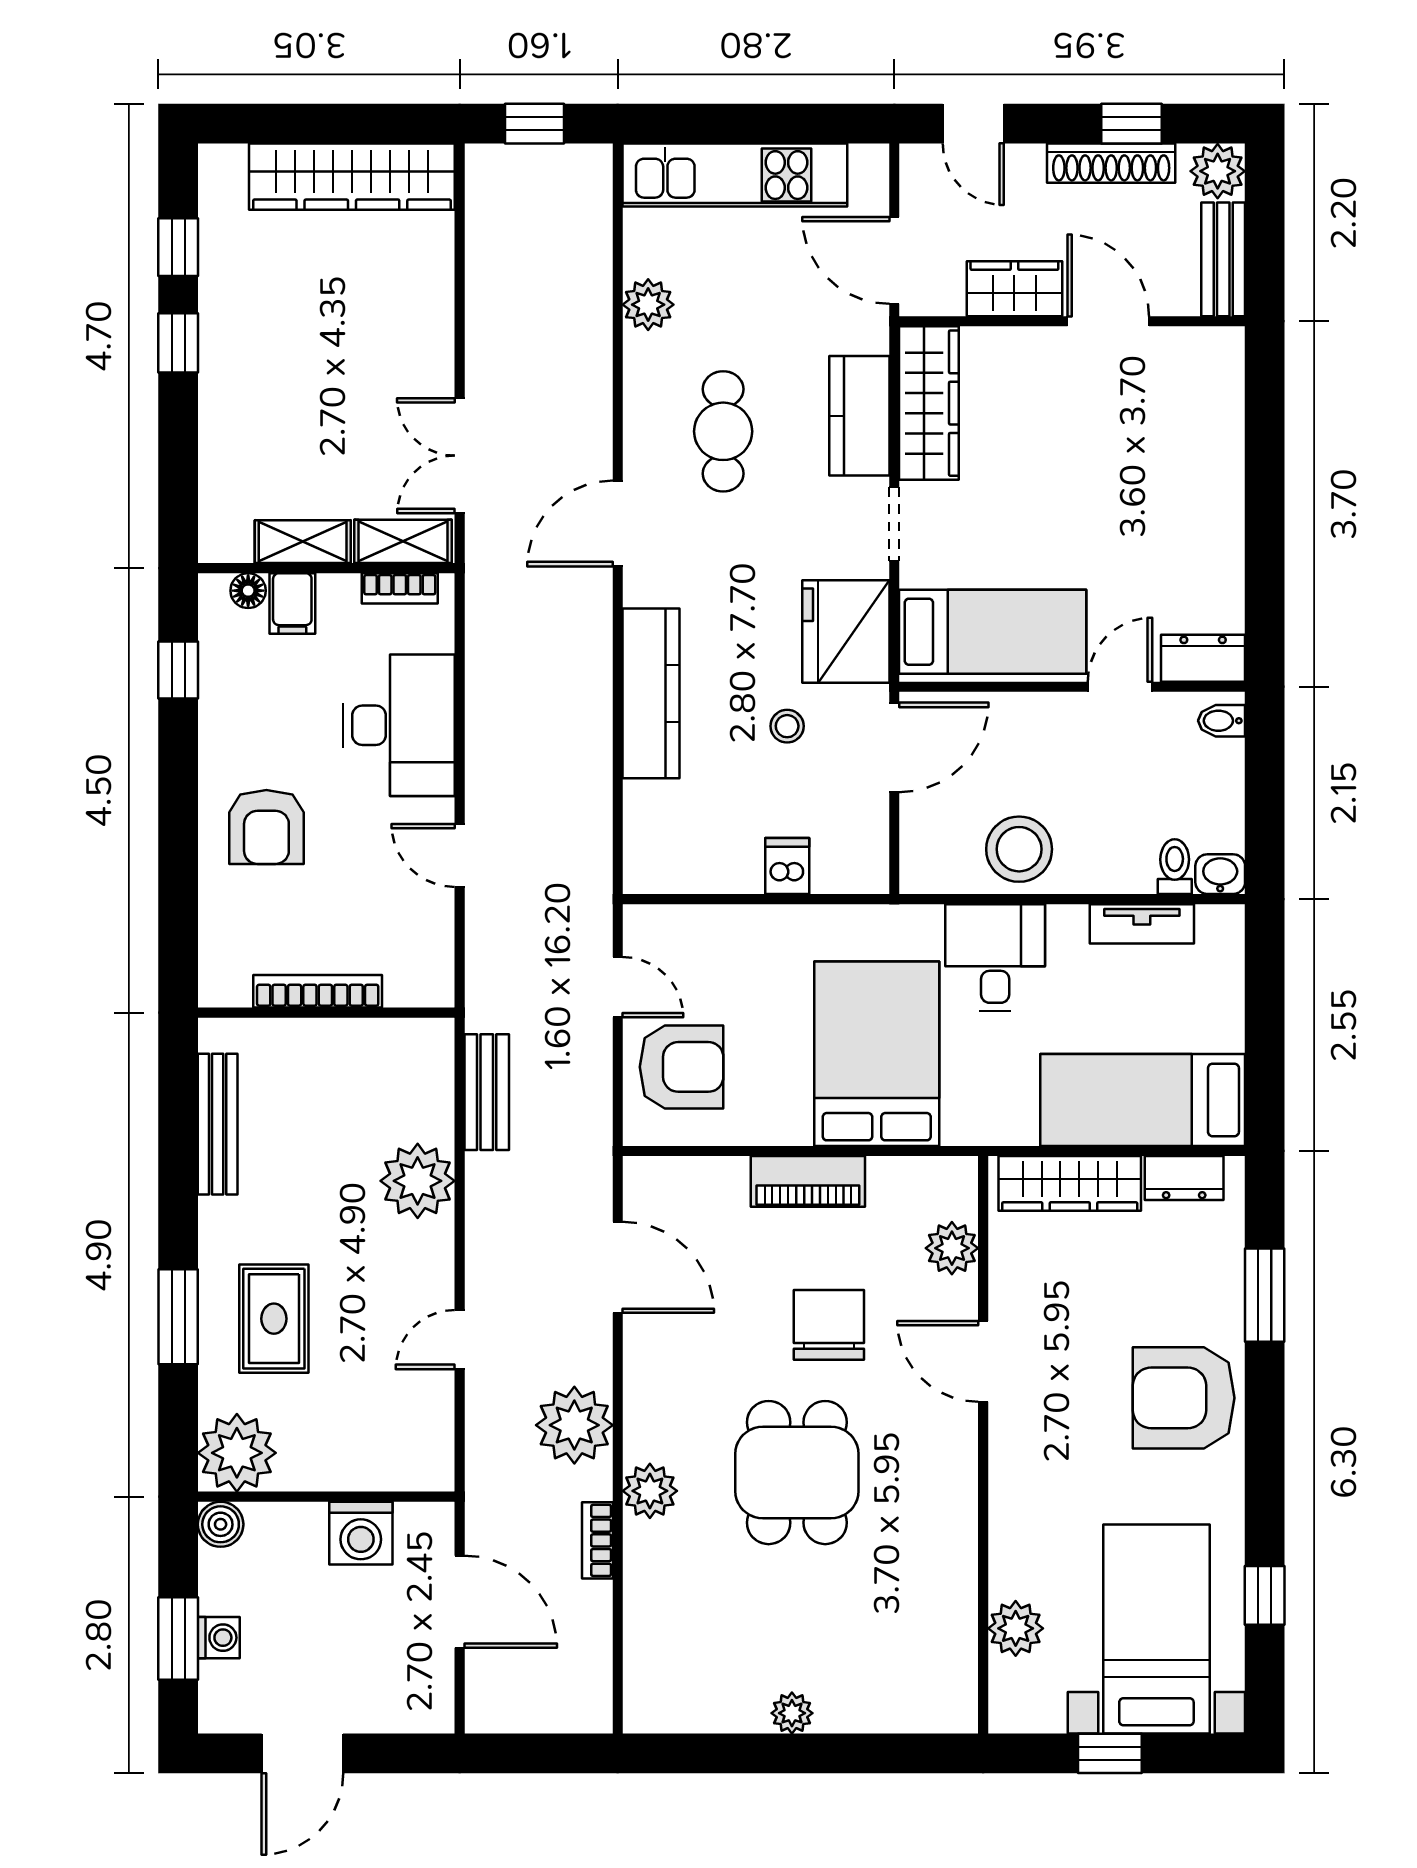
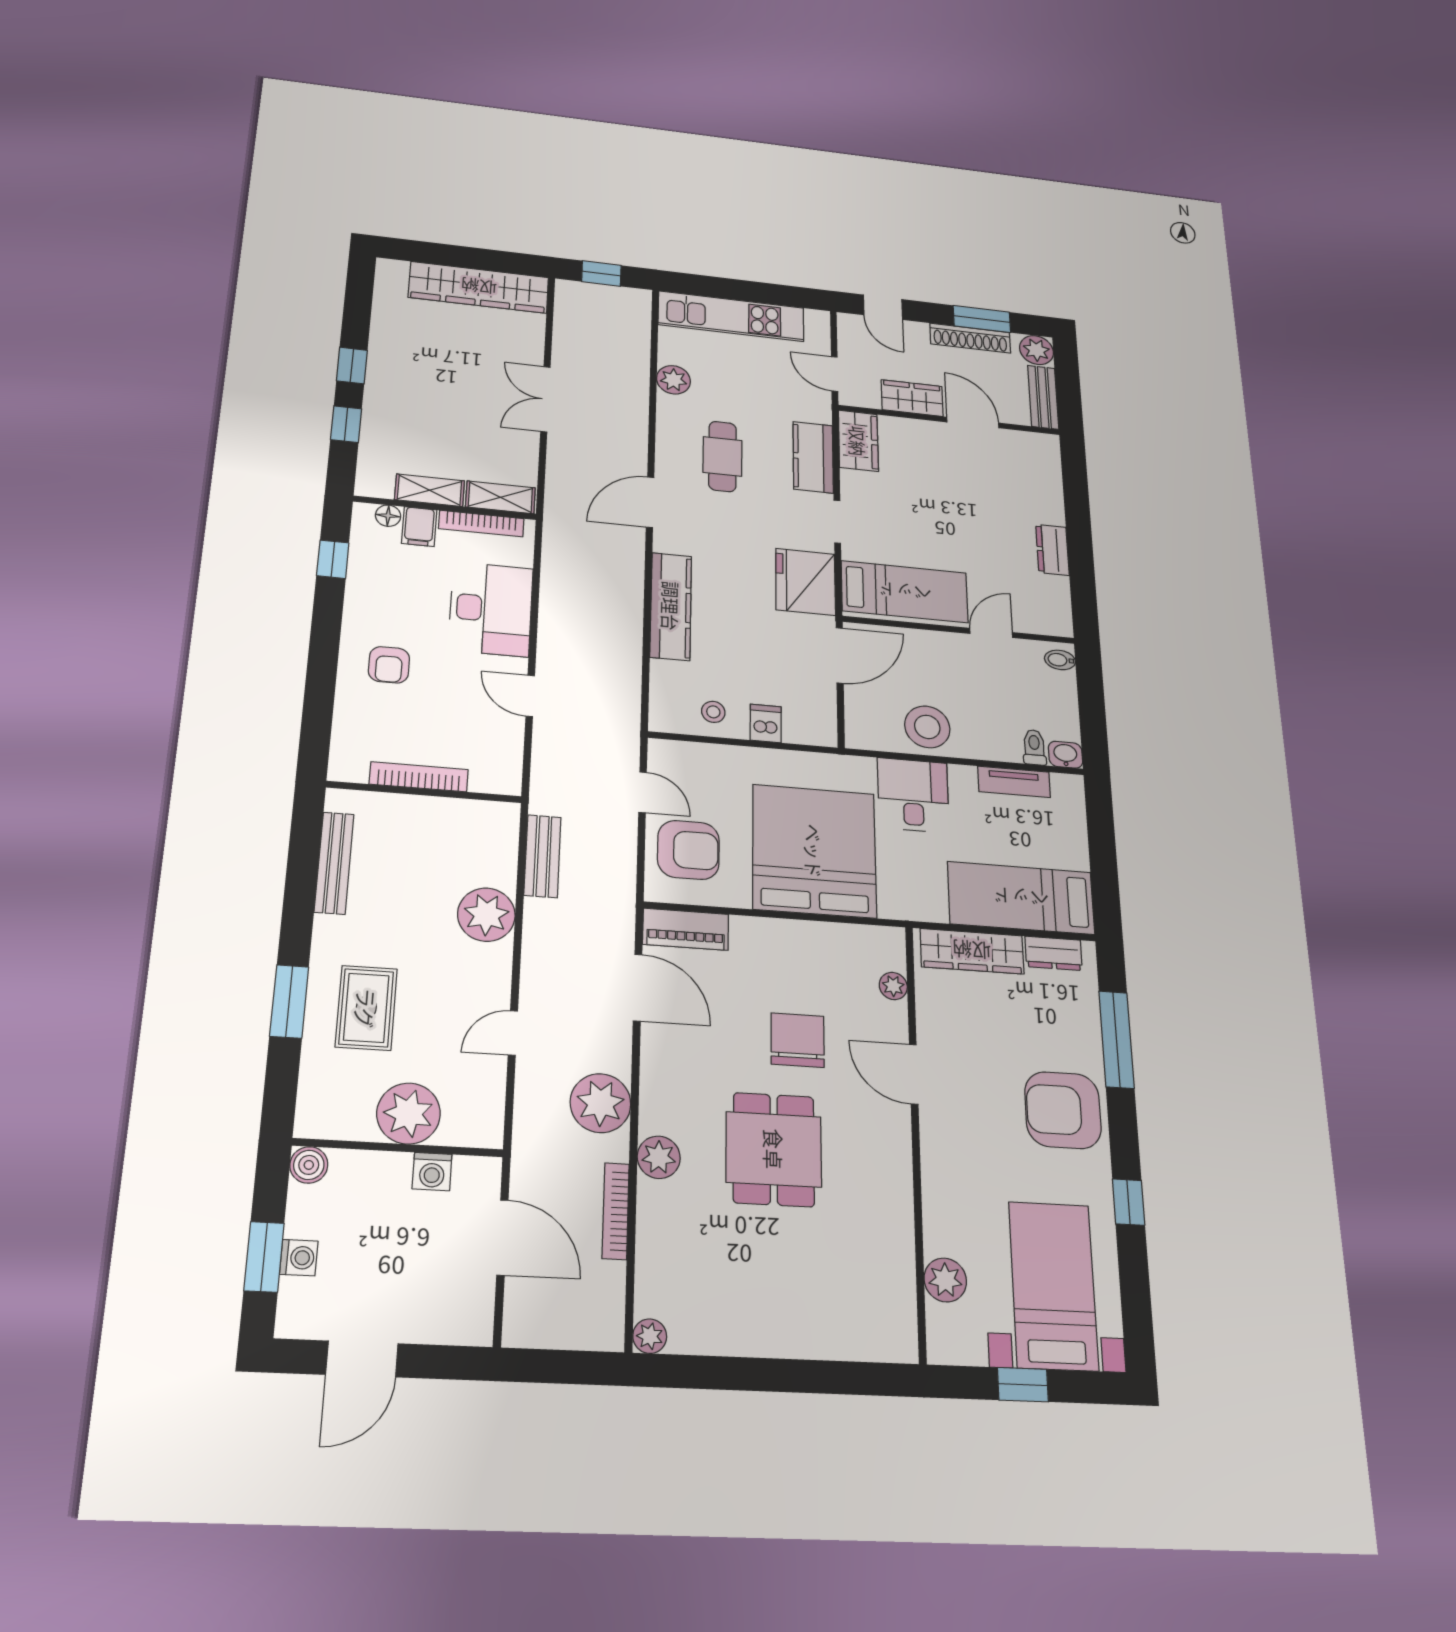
window: (1132, 124) -> (982, 319), width x1.50
window: (178, 247) -> (346, 424), moved
door: (894, 260) -> (835, 374), width x0.73
wardrobe: (929, 403) -> (858, 441), width x0.67
double door: (460, 456) -> (545, 399), moved
bookcase: (400, 588) -> (481, 524), width x1.56
dresser: (1203, 658) -> (1052, 550), moved, turned -90
stool: (787, 726) -> (713, 712), moved
armchair: (266, 827) -> (389, 665), width x0.72, depth x0.72
bed: (877, 1054) -> (814, 851), width x1.36
piano: (808, 1181) -> (686, 929), moved
plant: (952, 1248) -> (893, 986), width x0.73, depth x0.73
window: (1265, 1295) -> (1116, 1039), width x1.44
plant: (237, 1453) -> (409, 1113), moved
washing machine: (361, 1533) -> (432, 1172), width x0.73, depth x0.73
bookcase: (597, 1540) -> (616, 1211), width x1.56
window: (1265, 1595) -> (1129, 1202), moved
plant: (792, 1713) -> (650, 1336), moved

